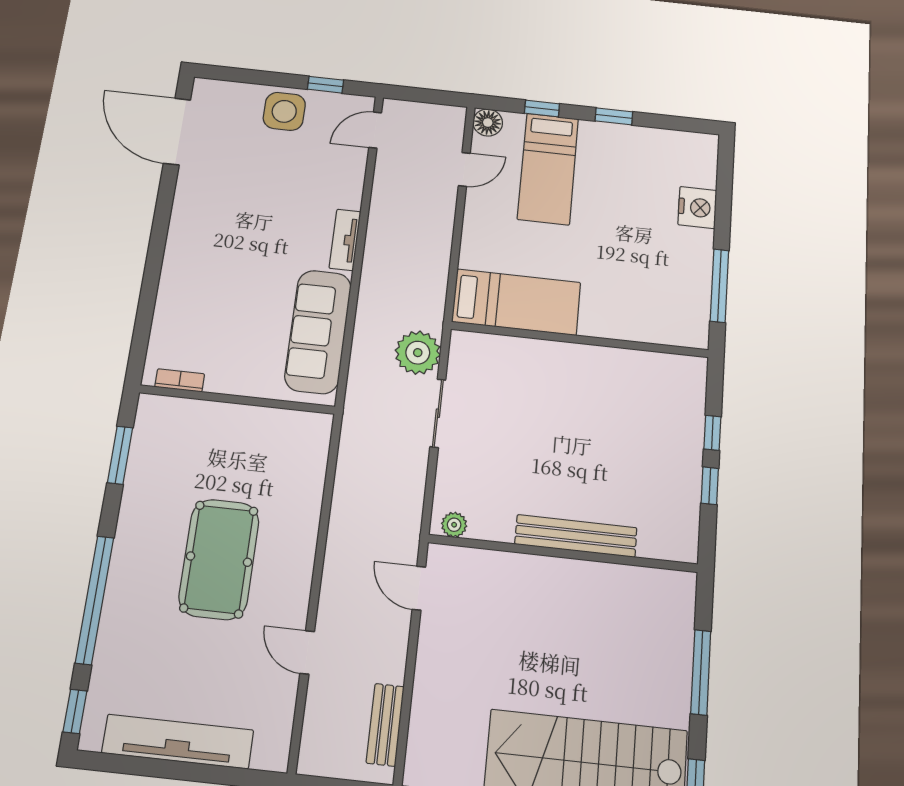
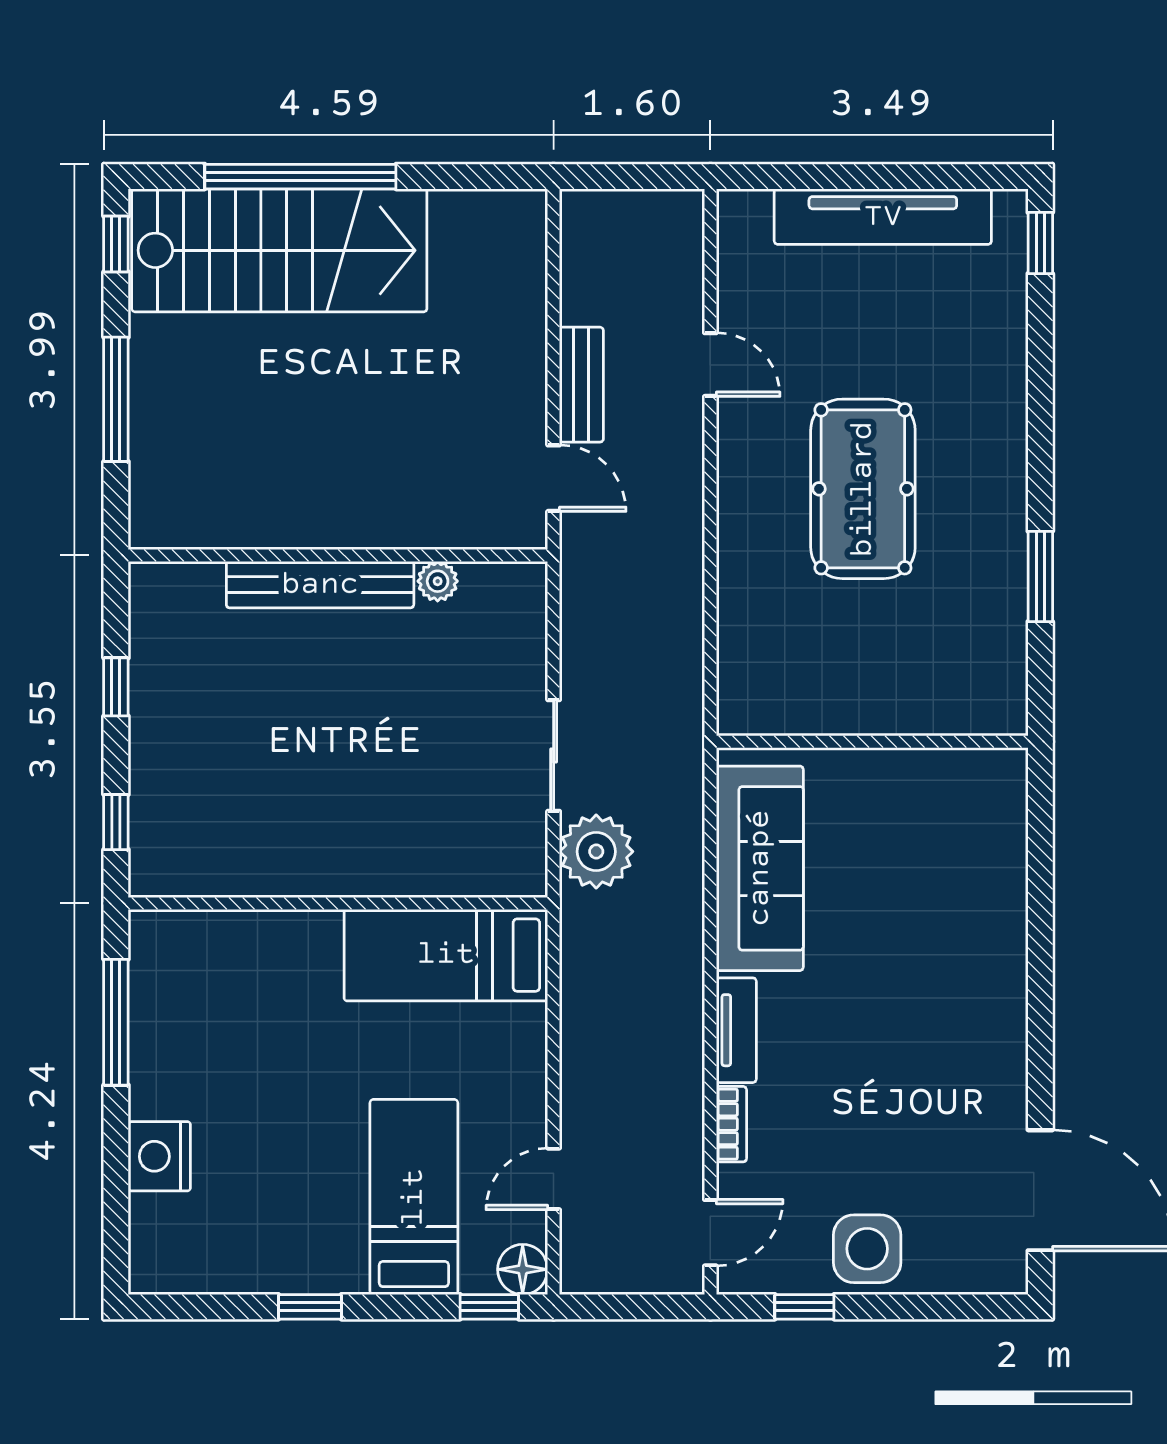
window: (542, 108) -> (489, 1307), moved
bookcase: (180, 380) -> (731, 1124), moved, turned -90
window: (712, 433) -> (116, 822), moved
window: (120, 455) -> (1040, 576), moved
plant: (454, 525) -> (438, 581), moved
window: (95, 600) -> (1040, 407), removed
bench: (385, 725) -> (581, 385), moved

